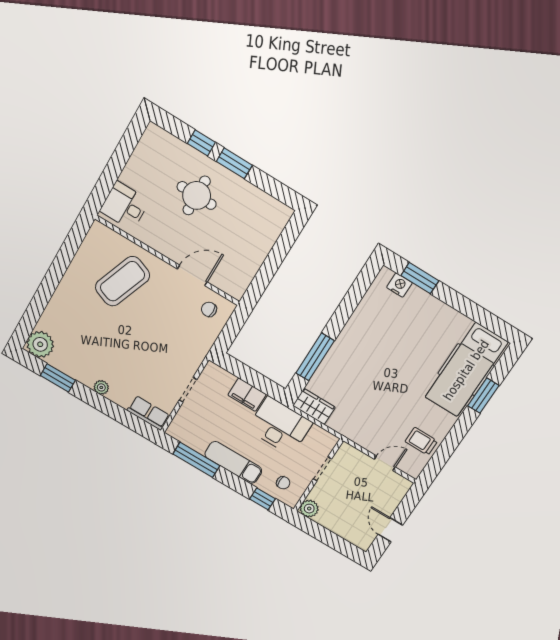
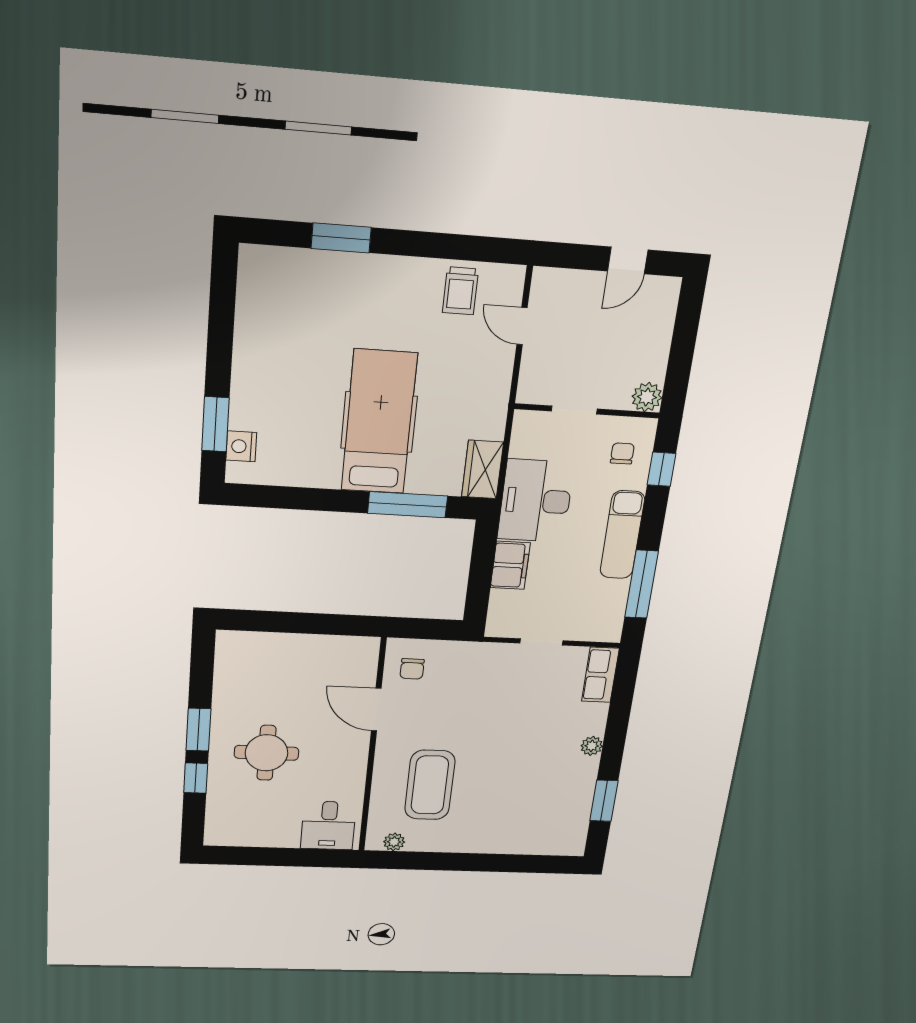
coffee table: (123, 281) -> (430, 785), turned 69
plant: (40, 344) -> (394, 842), moved, width x0.53, depth x0.53
hospital bed: (466, 370) -> (379, 422), moved, turned -90

